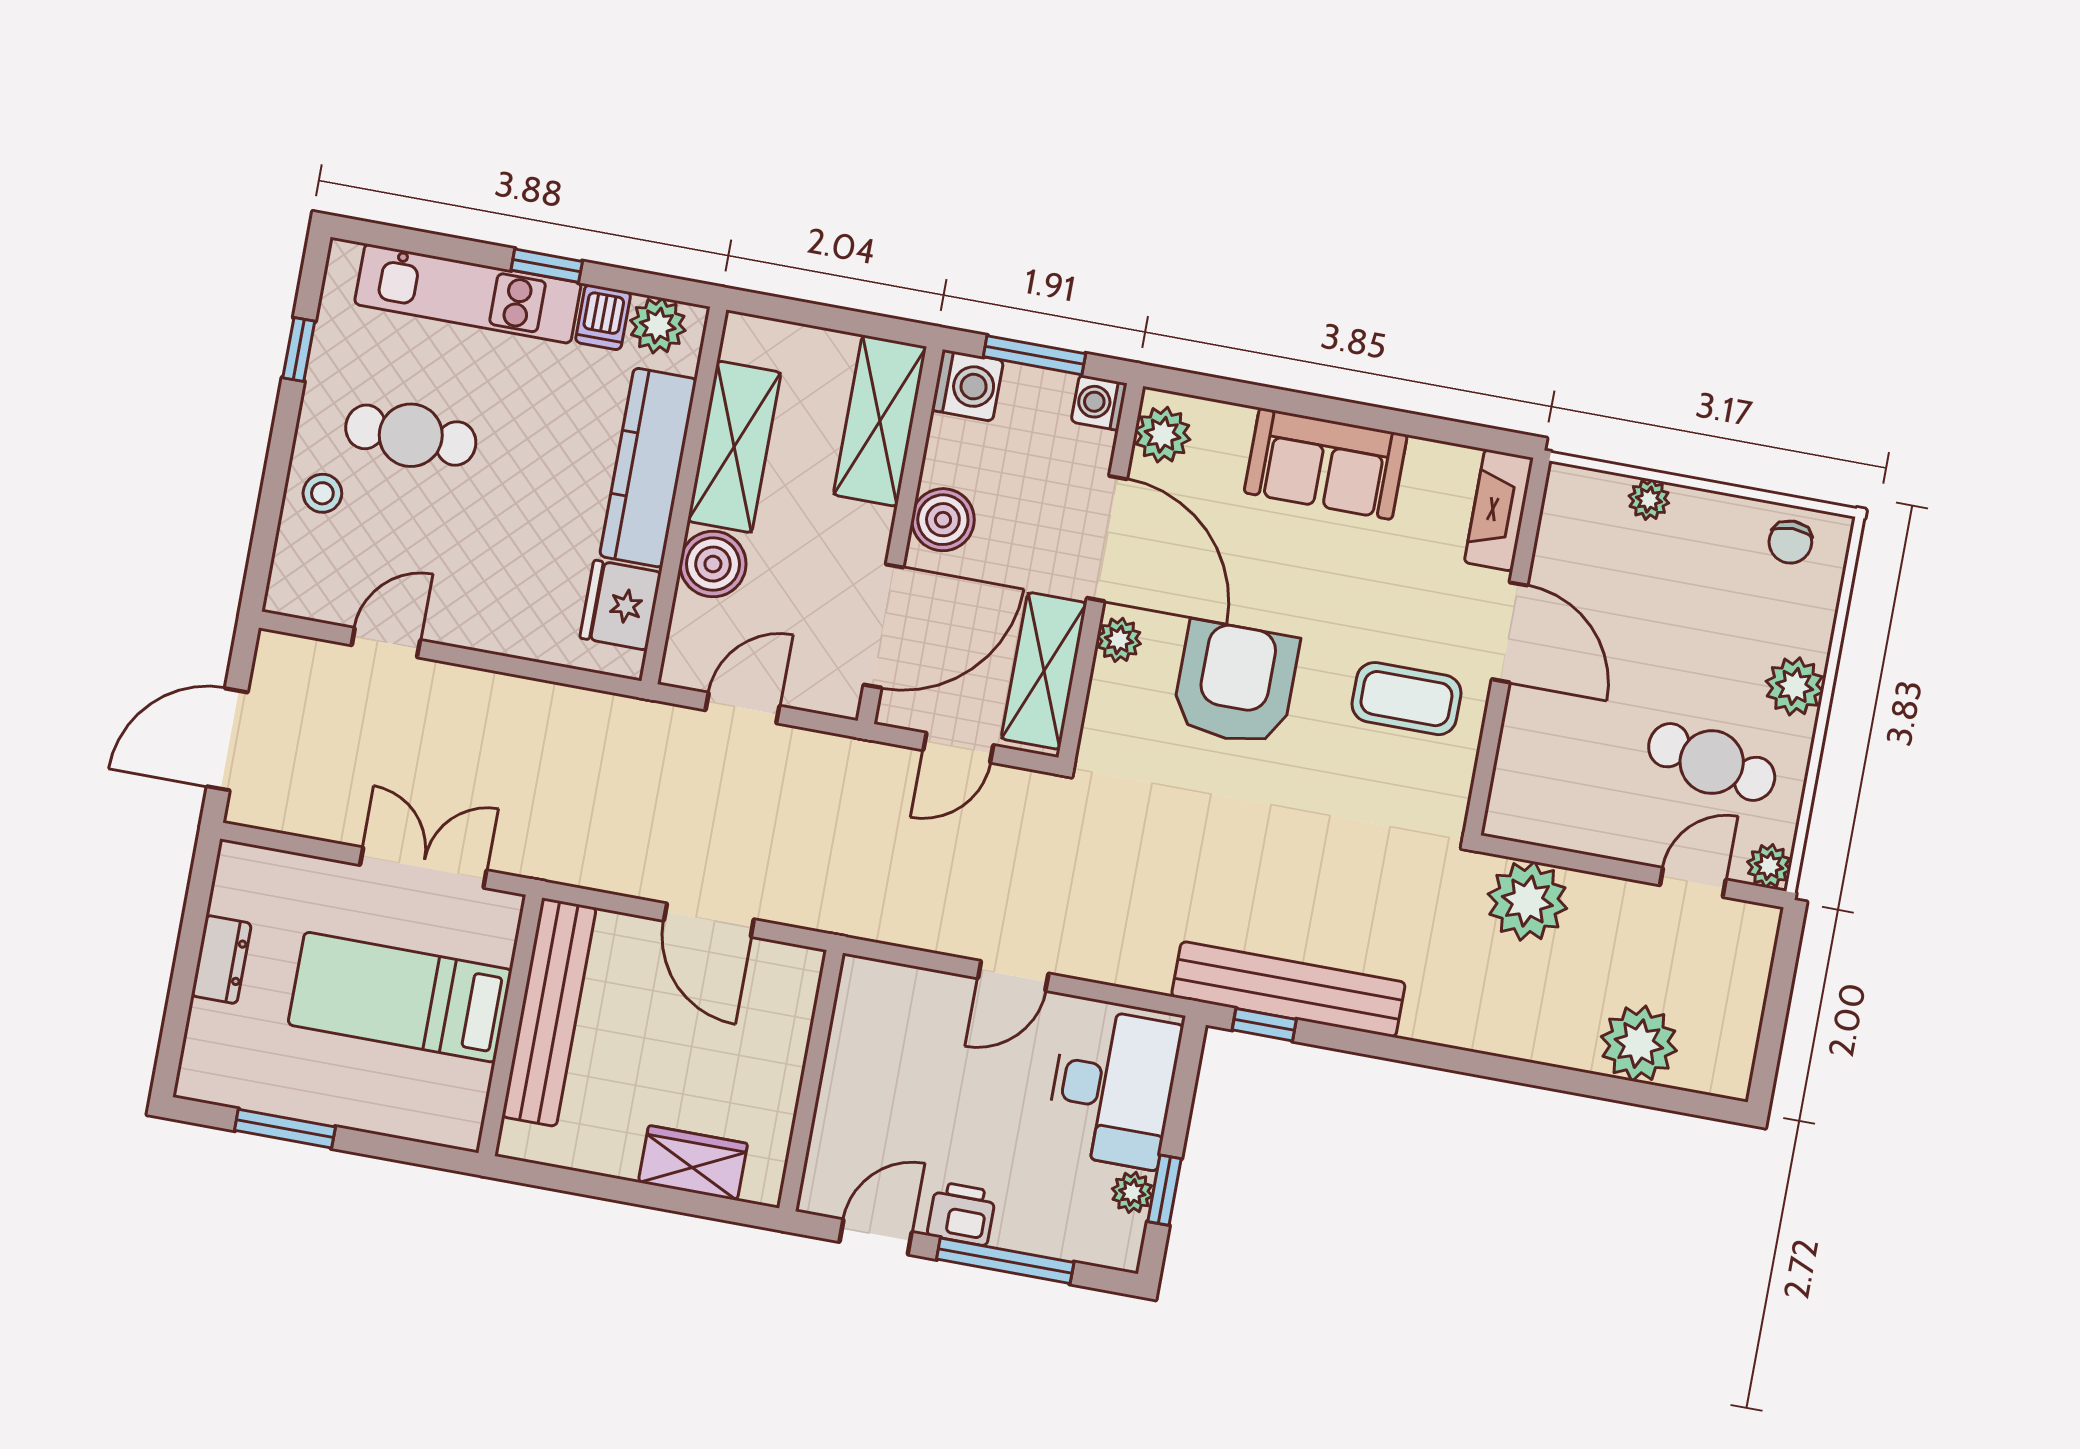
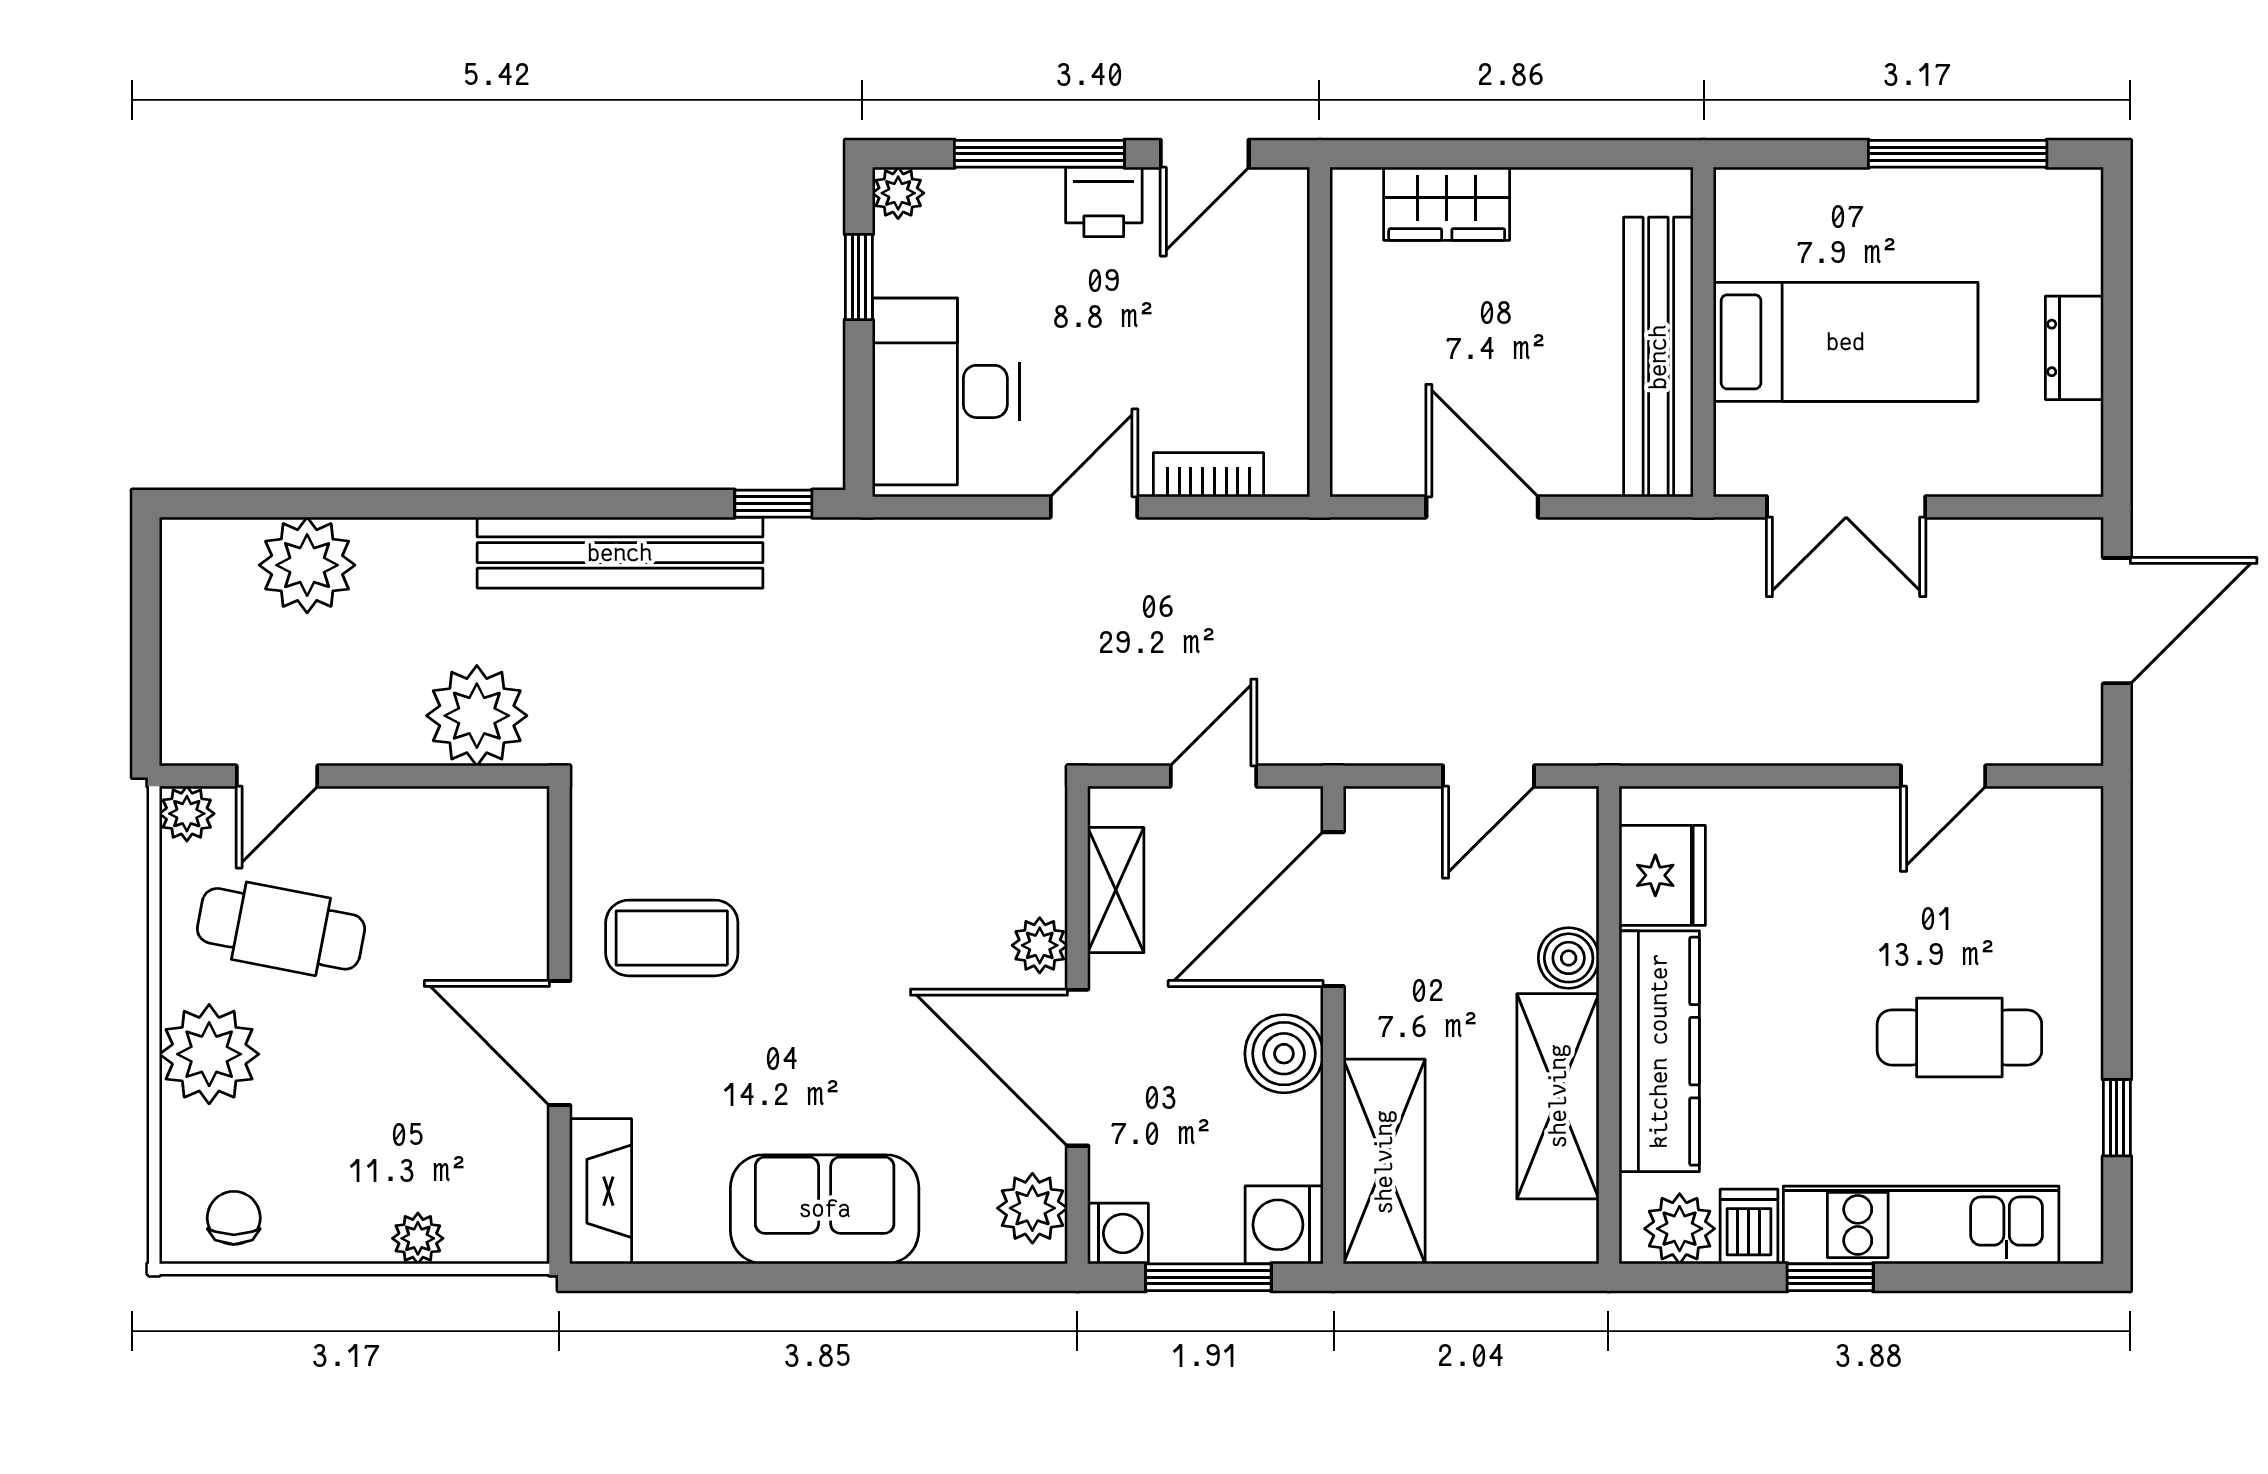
stool: (322, 493) -> (2055, 946), removed
boiler: (713, 564) -> (1569, 958), width x0.73, depth x0.73
shelving: (1044, 671) -> (1116, 890), width x0.67, depth x0.75
armchair: (1235, 683) -> (886, 918), removed
plant: (1795, 686) -> (209, 1054), width x1.36, depth x1.36
bookcase: (919, 985) -> (1209, 475), added
bench: (1288, 989) -> (620, 553), moved
window: (285, 1129) -> (1958, 154), width x1.44
plant: (1132, 1192) -> (898, 193), moved

